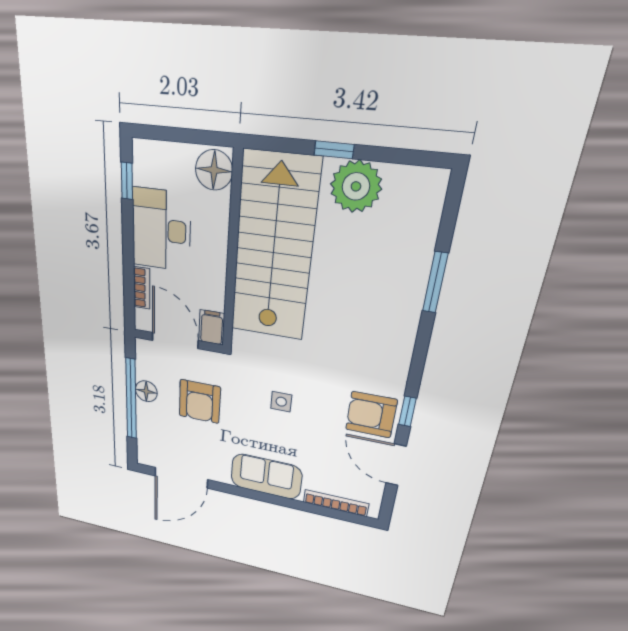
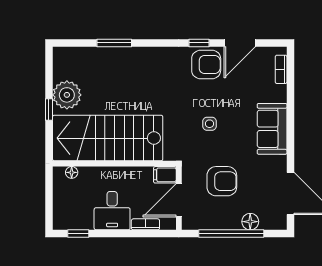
floor lamp: (214, 170) -> (72, 172), width x0.53, depth x0.53
desk: (161, 230) -> (112, 211), width x0.73
floor lamp: (146, 391) -> (250, 222), moved
armchair: (371, 415) -> (206, 64), turned -90
bookcase: (336, 503) -> (281, 69), width x0.64

